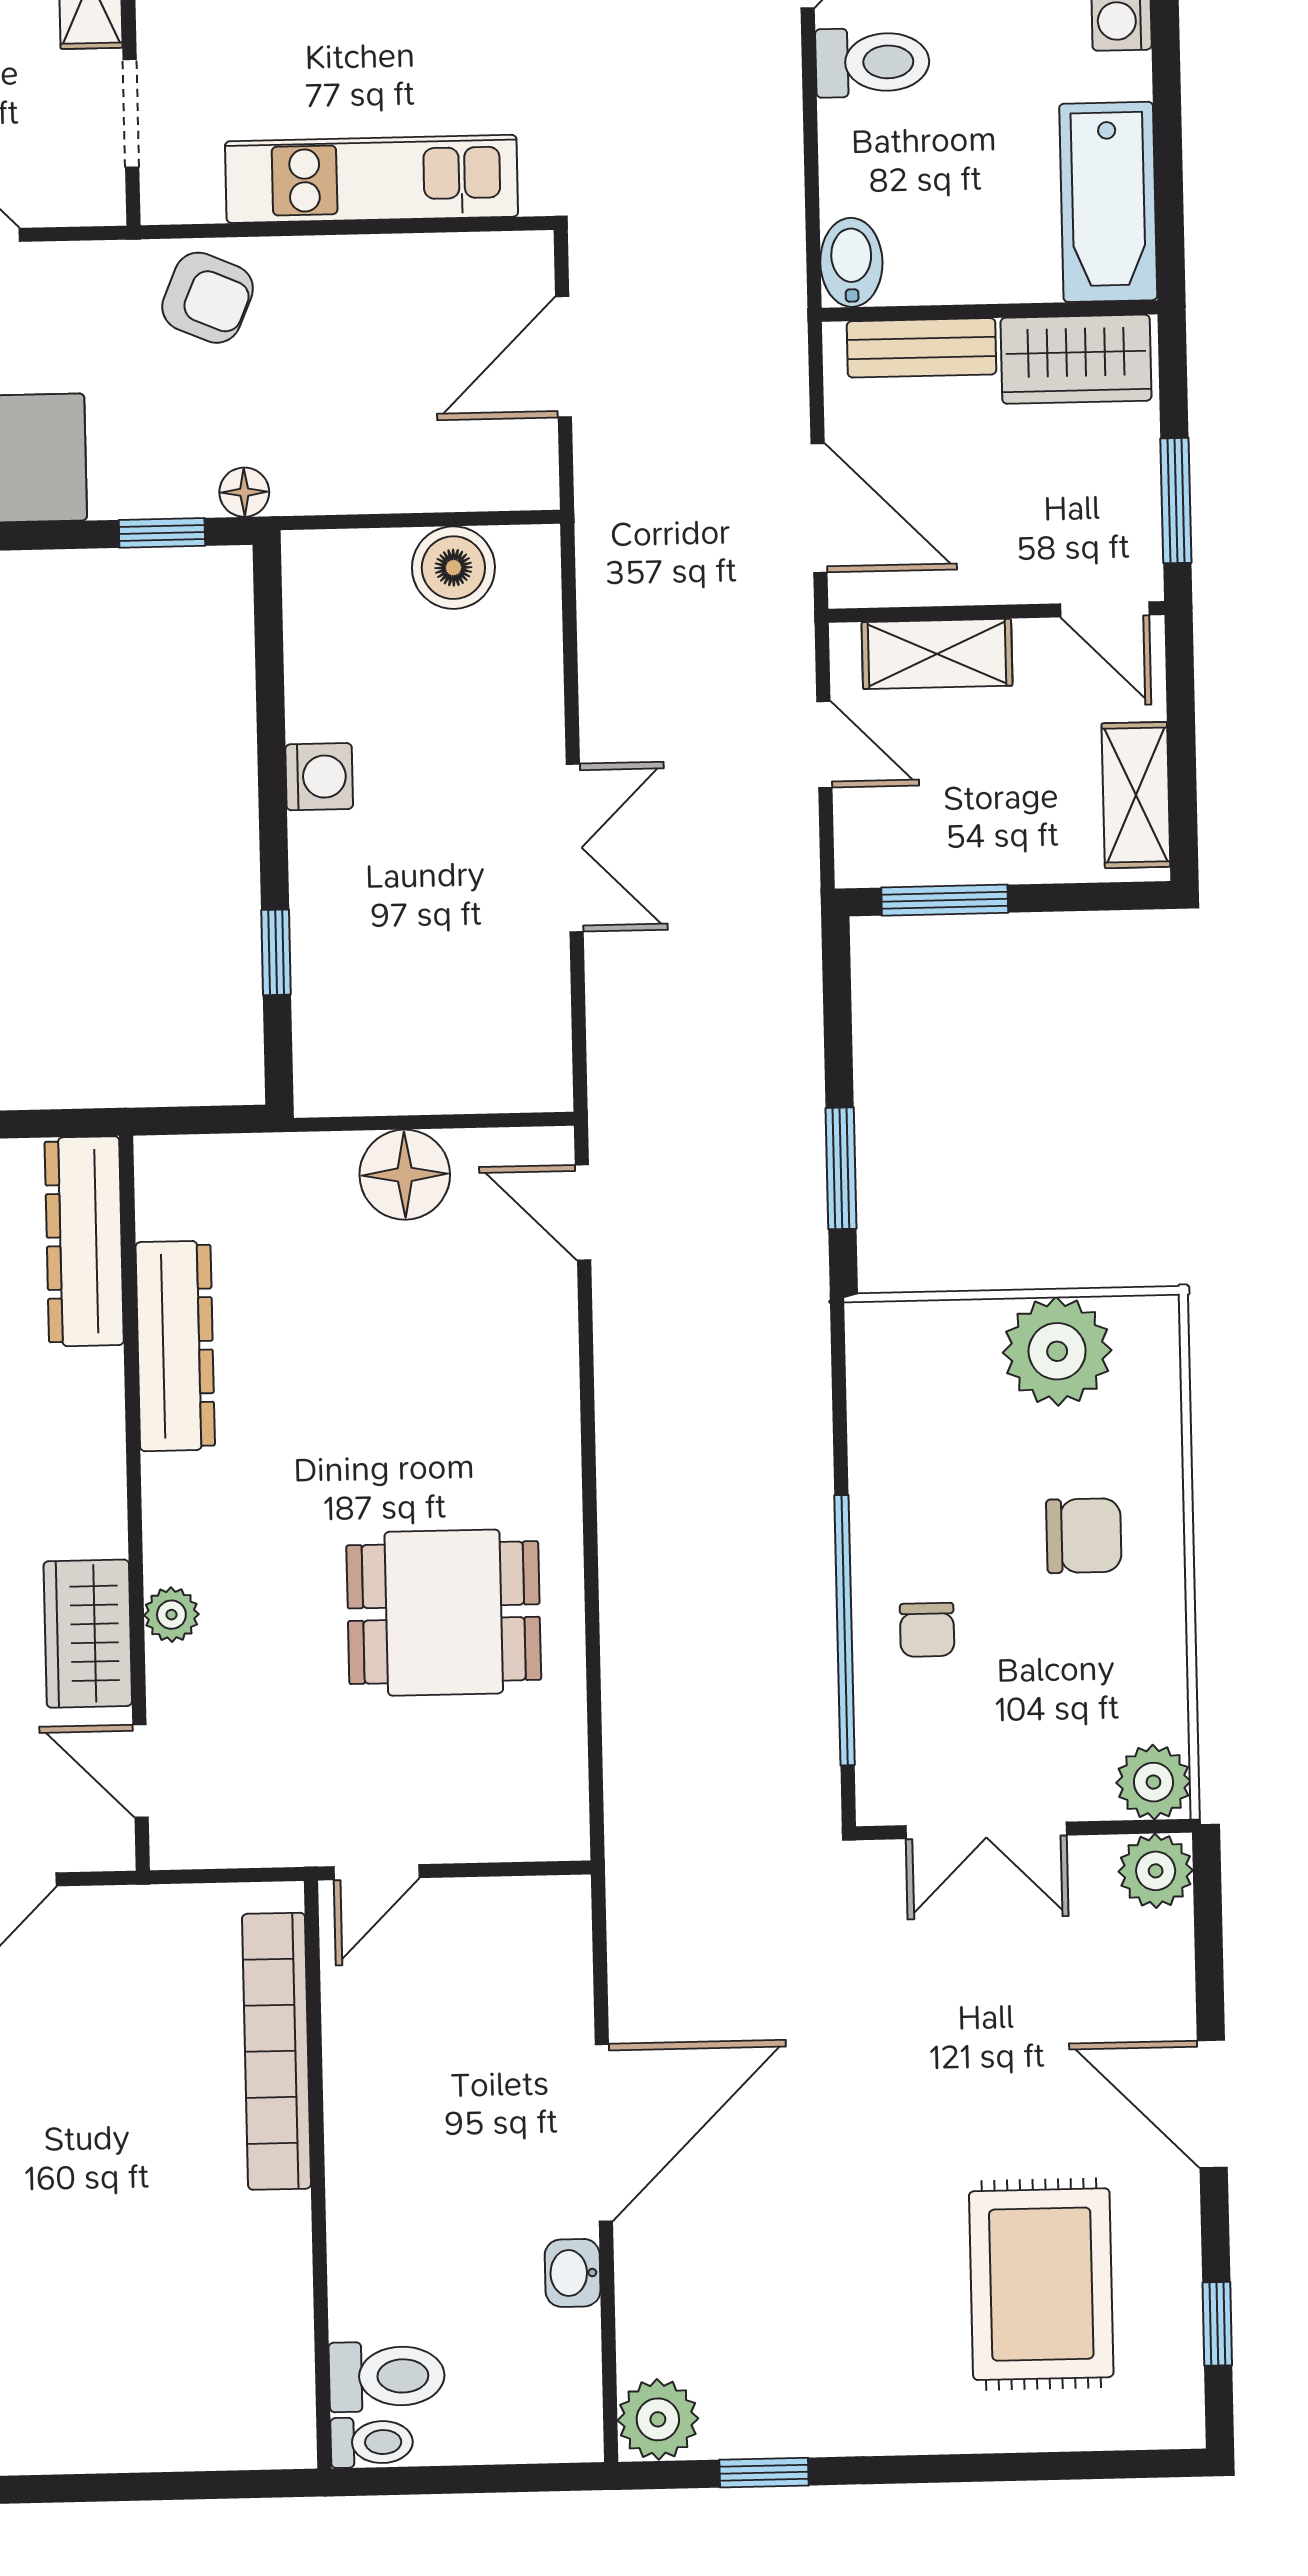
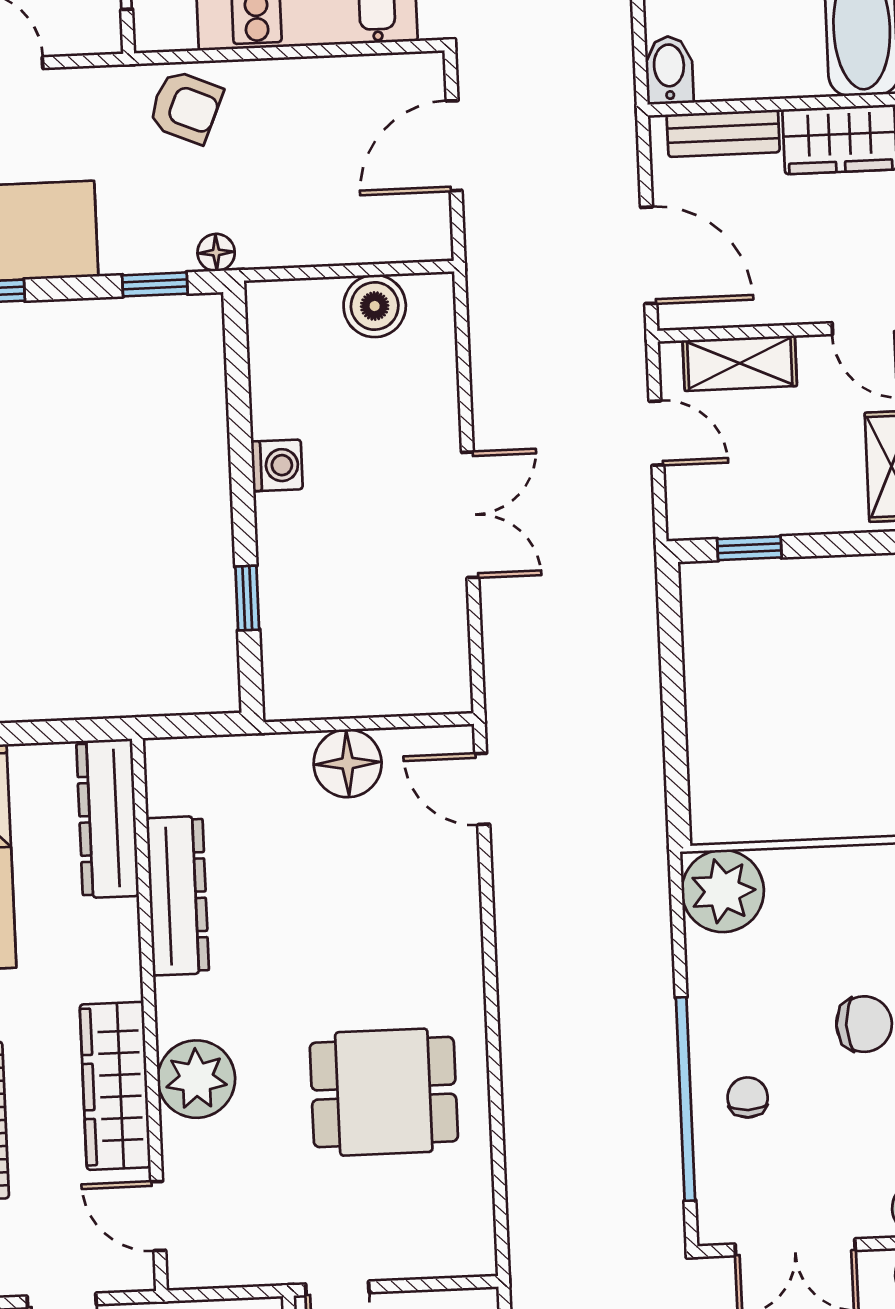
window: (945, 900) -> (749, 548), width x0.67
window: (841, 1168) -> (676, 752), removed
plant: (1057, 1351) -> (723, 891), moved
plant: (171, 1615) -> (196, 1079), width x1.87, depth x1.87
chair: (927, 1630) -> (748, 1097), turned 180
wardrobe: (88, 1634) -> (115, 1086), width x1.50

